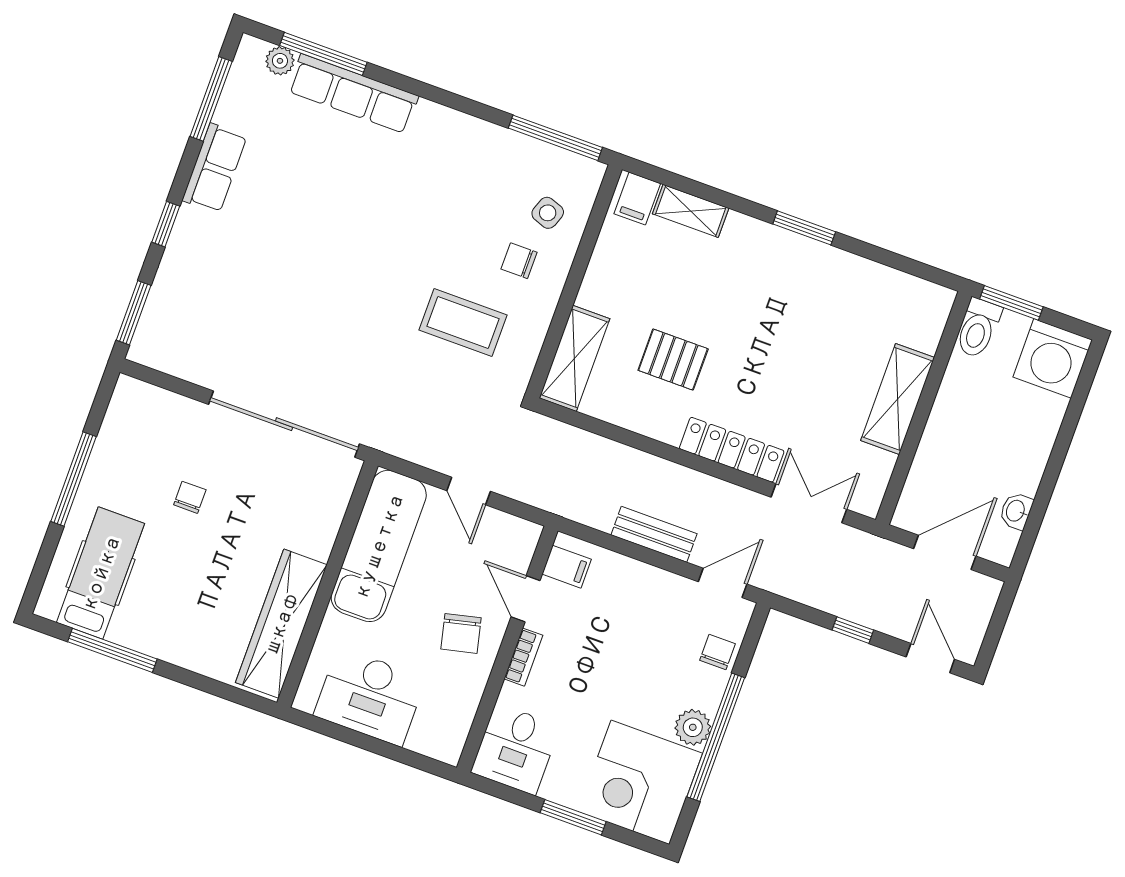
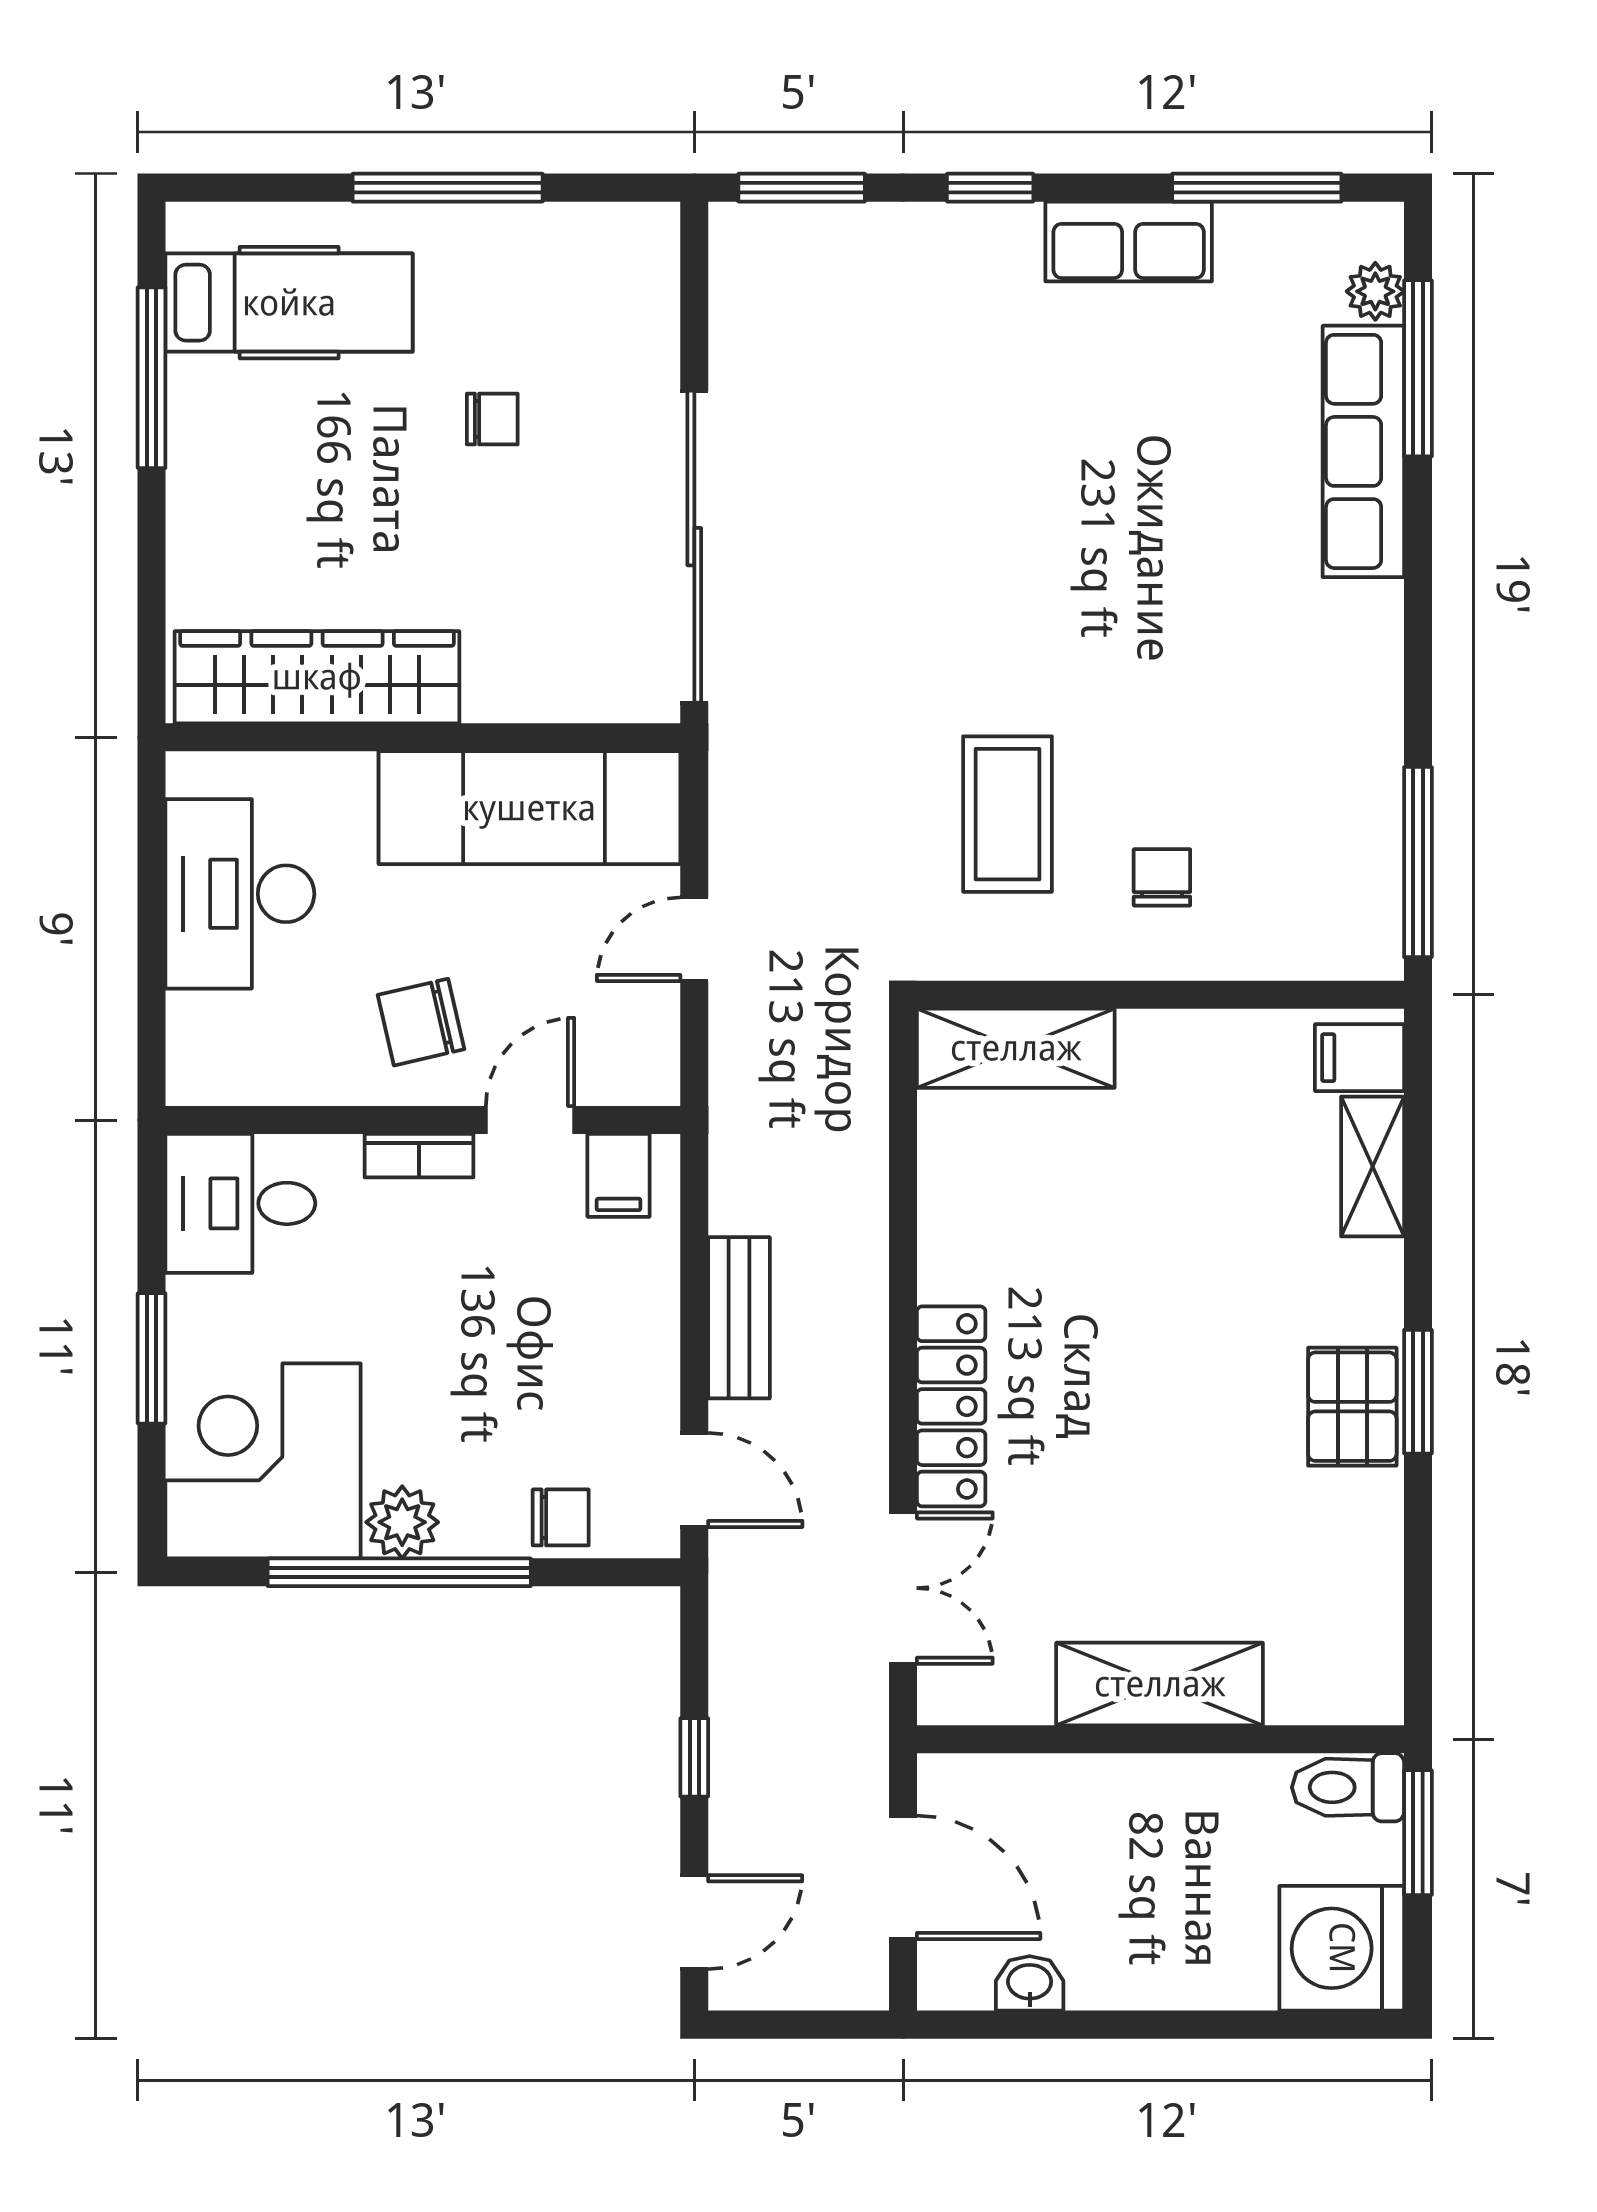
side table: (548, 213) -> (1272, 899), removed
pallet: (673, 360) -> (1352, 1407), moved

